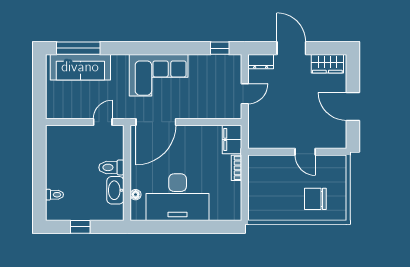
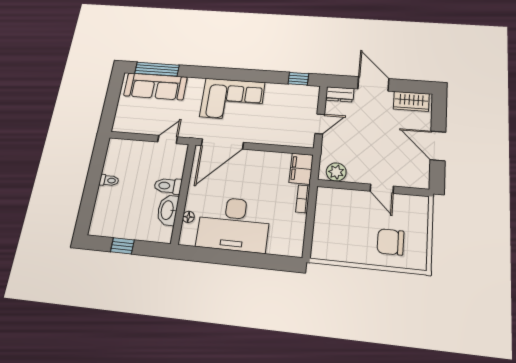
plant: (264, 140) -> (336, 172), added
toilet: (55, 195) -> (109, 180), moved

